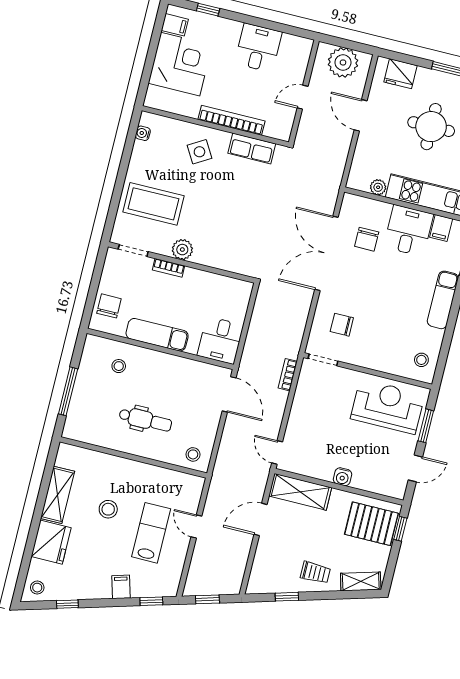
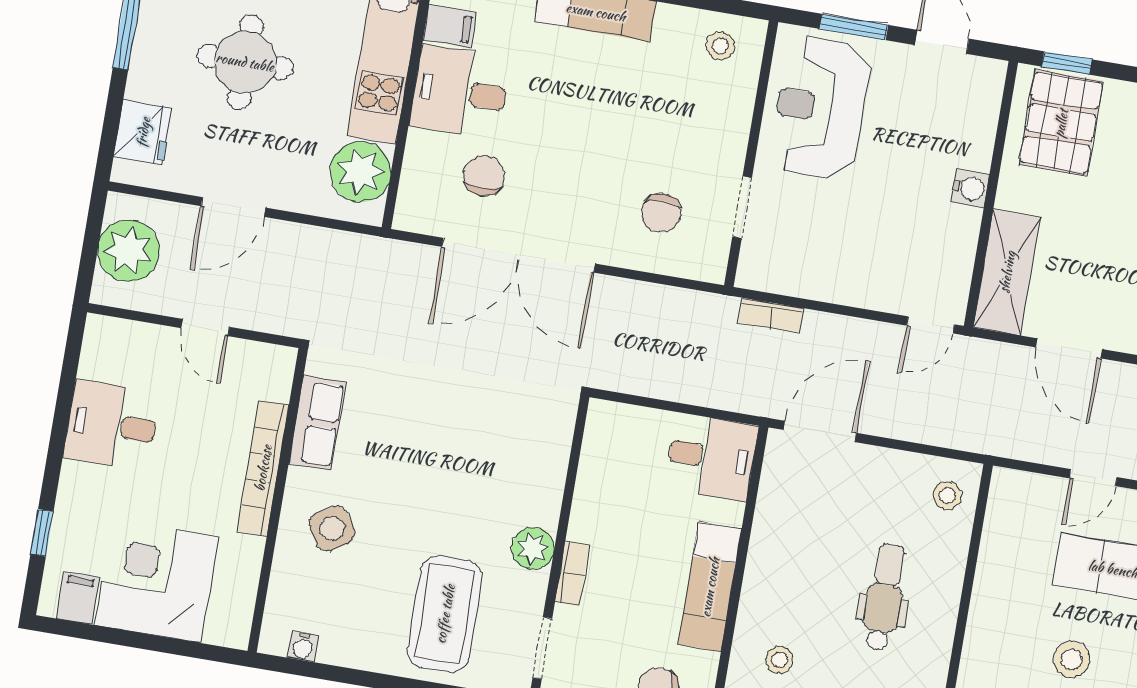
plant: (378, 187) -> (360, 172), width x1.87, depth x1.87
chair: (367, 239) -> (484, 176), turned -90
doorway: (323, 360) -> (742, 207), moved

